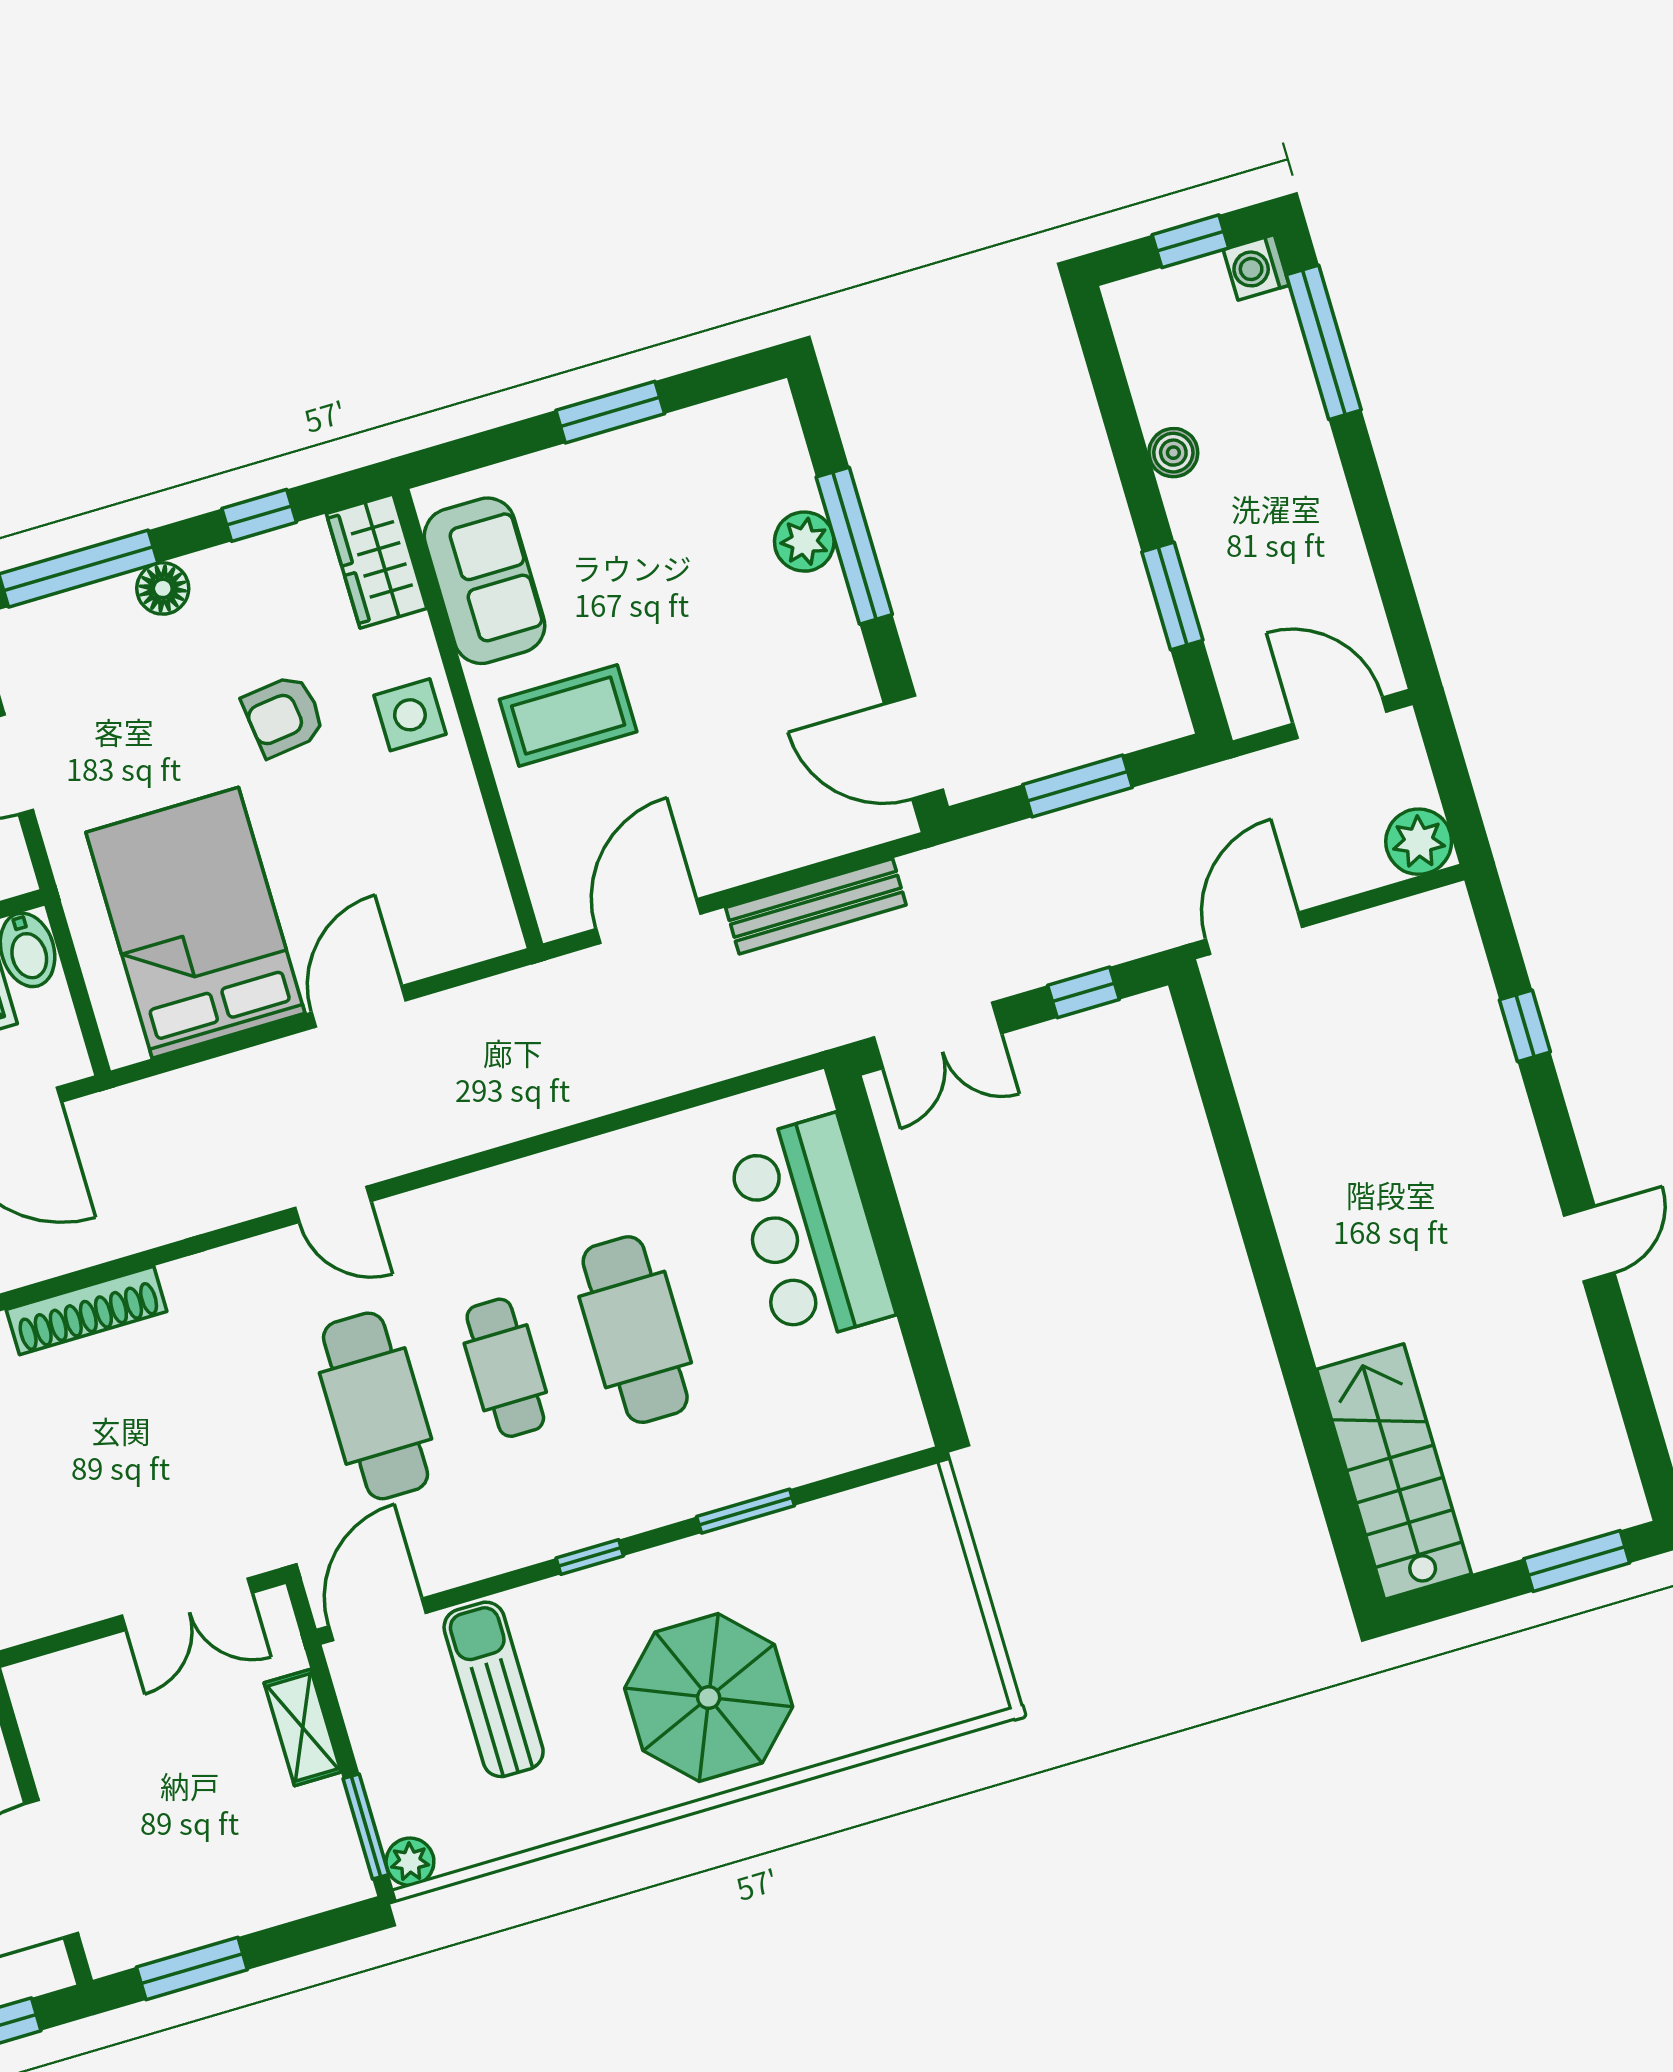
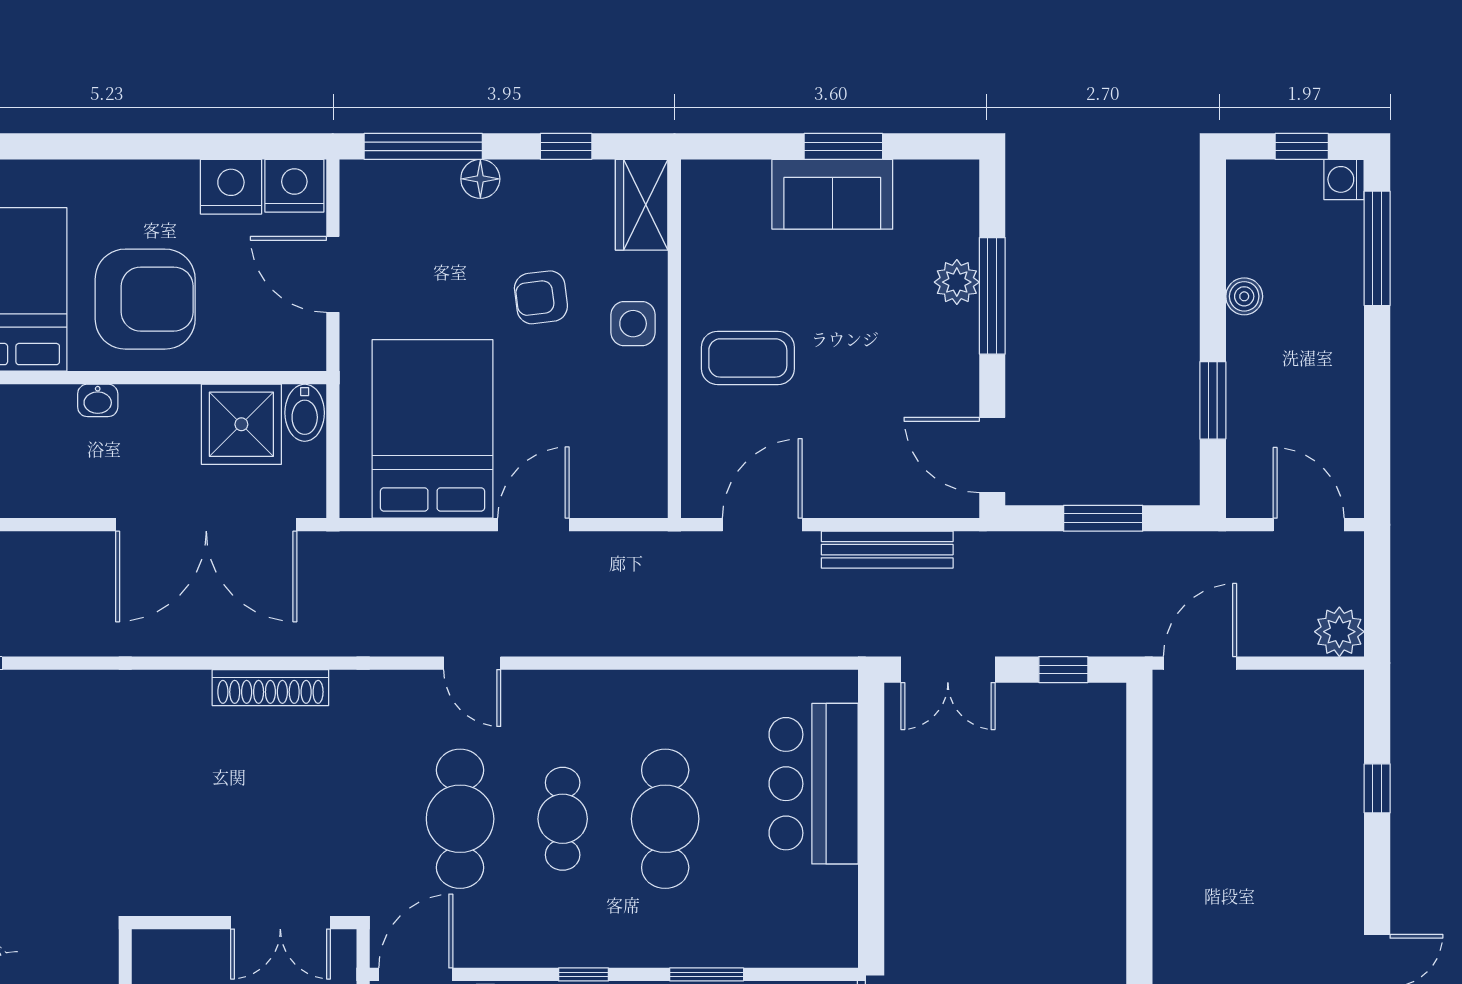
sofa: (484, 581) -> (832, 194), moved, turned 90

